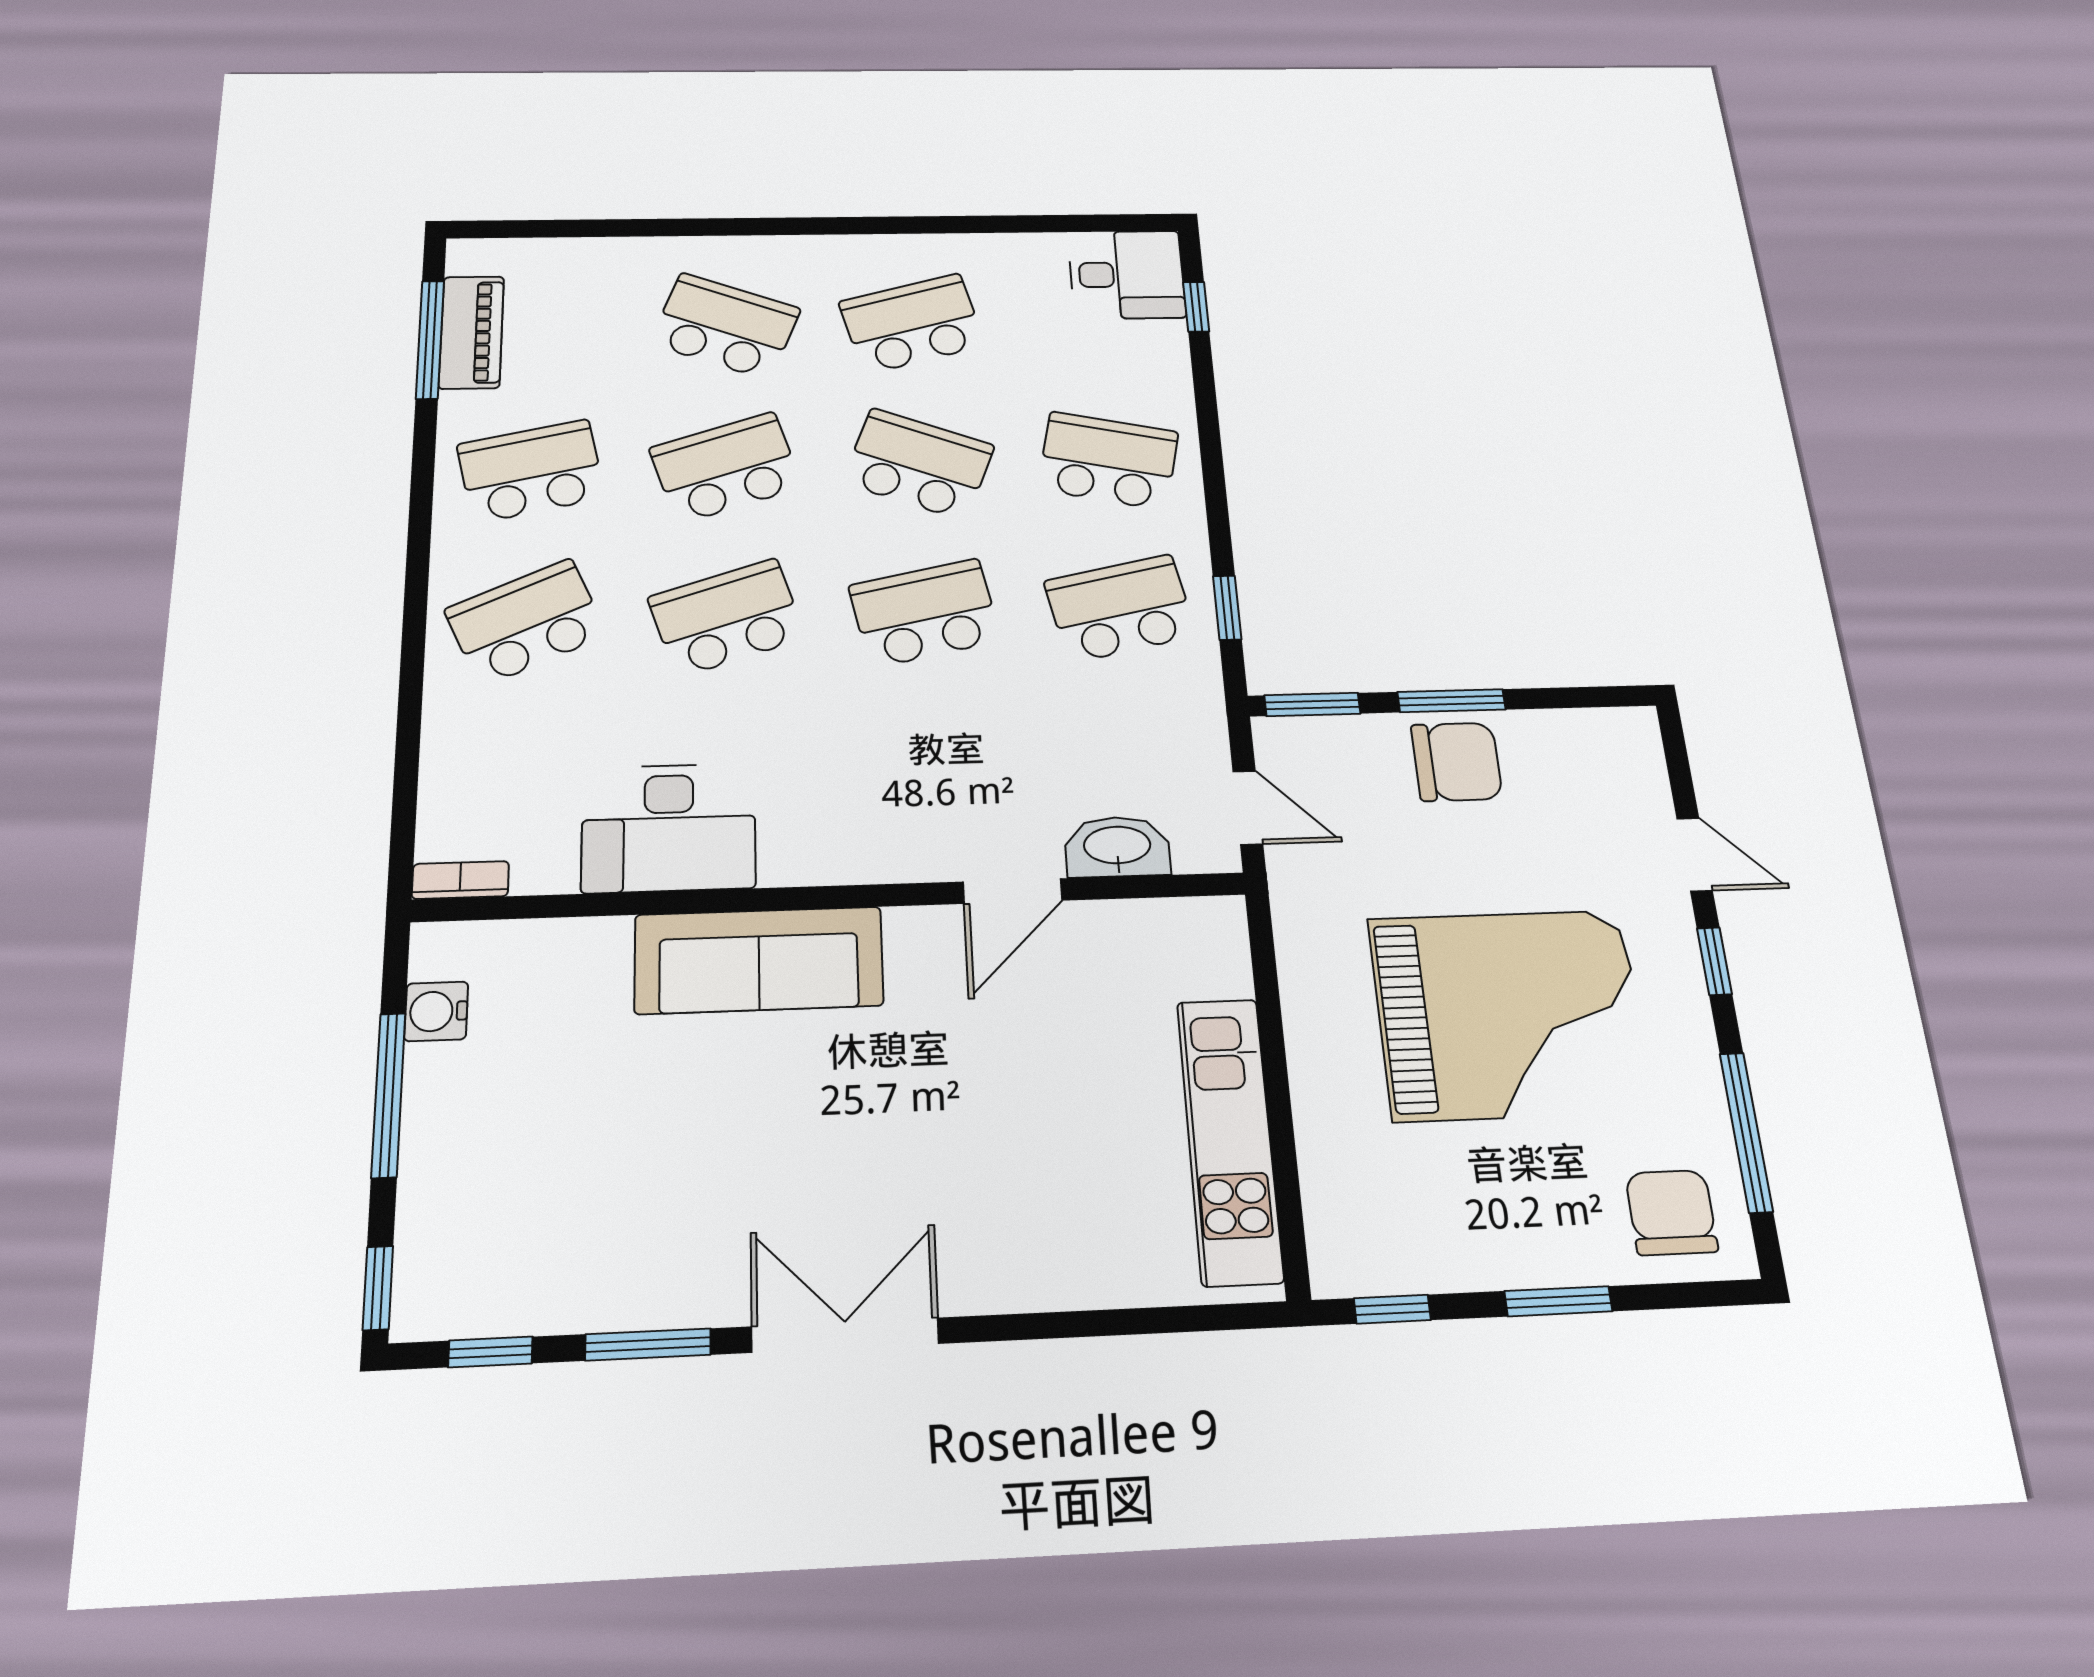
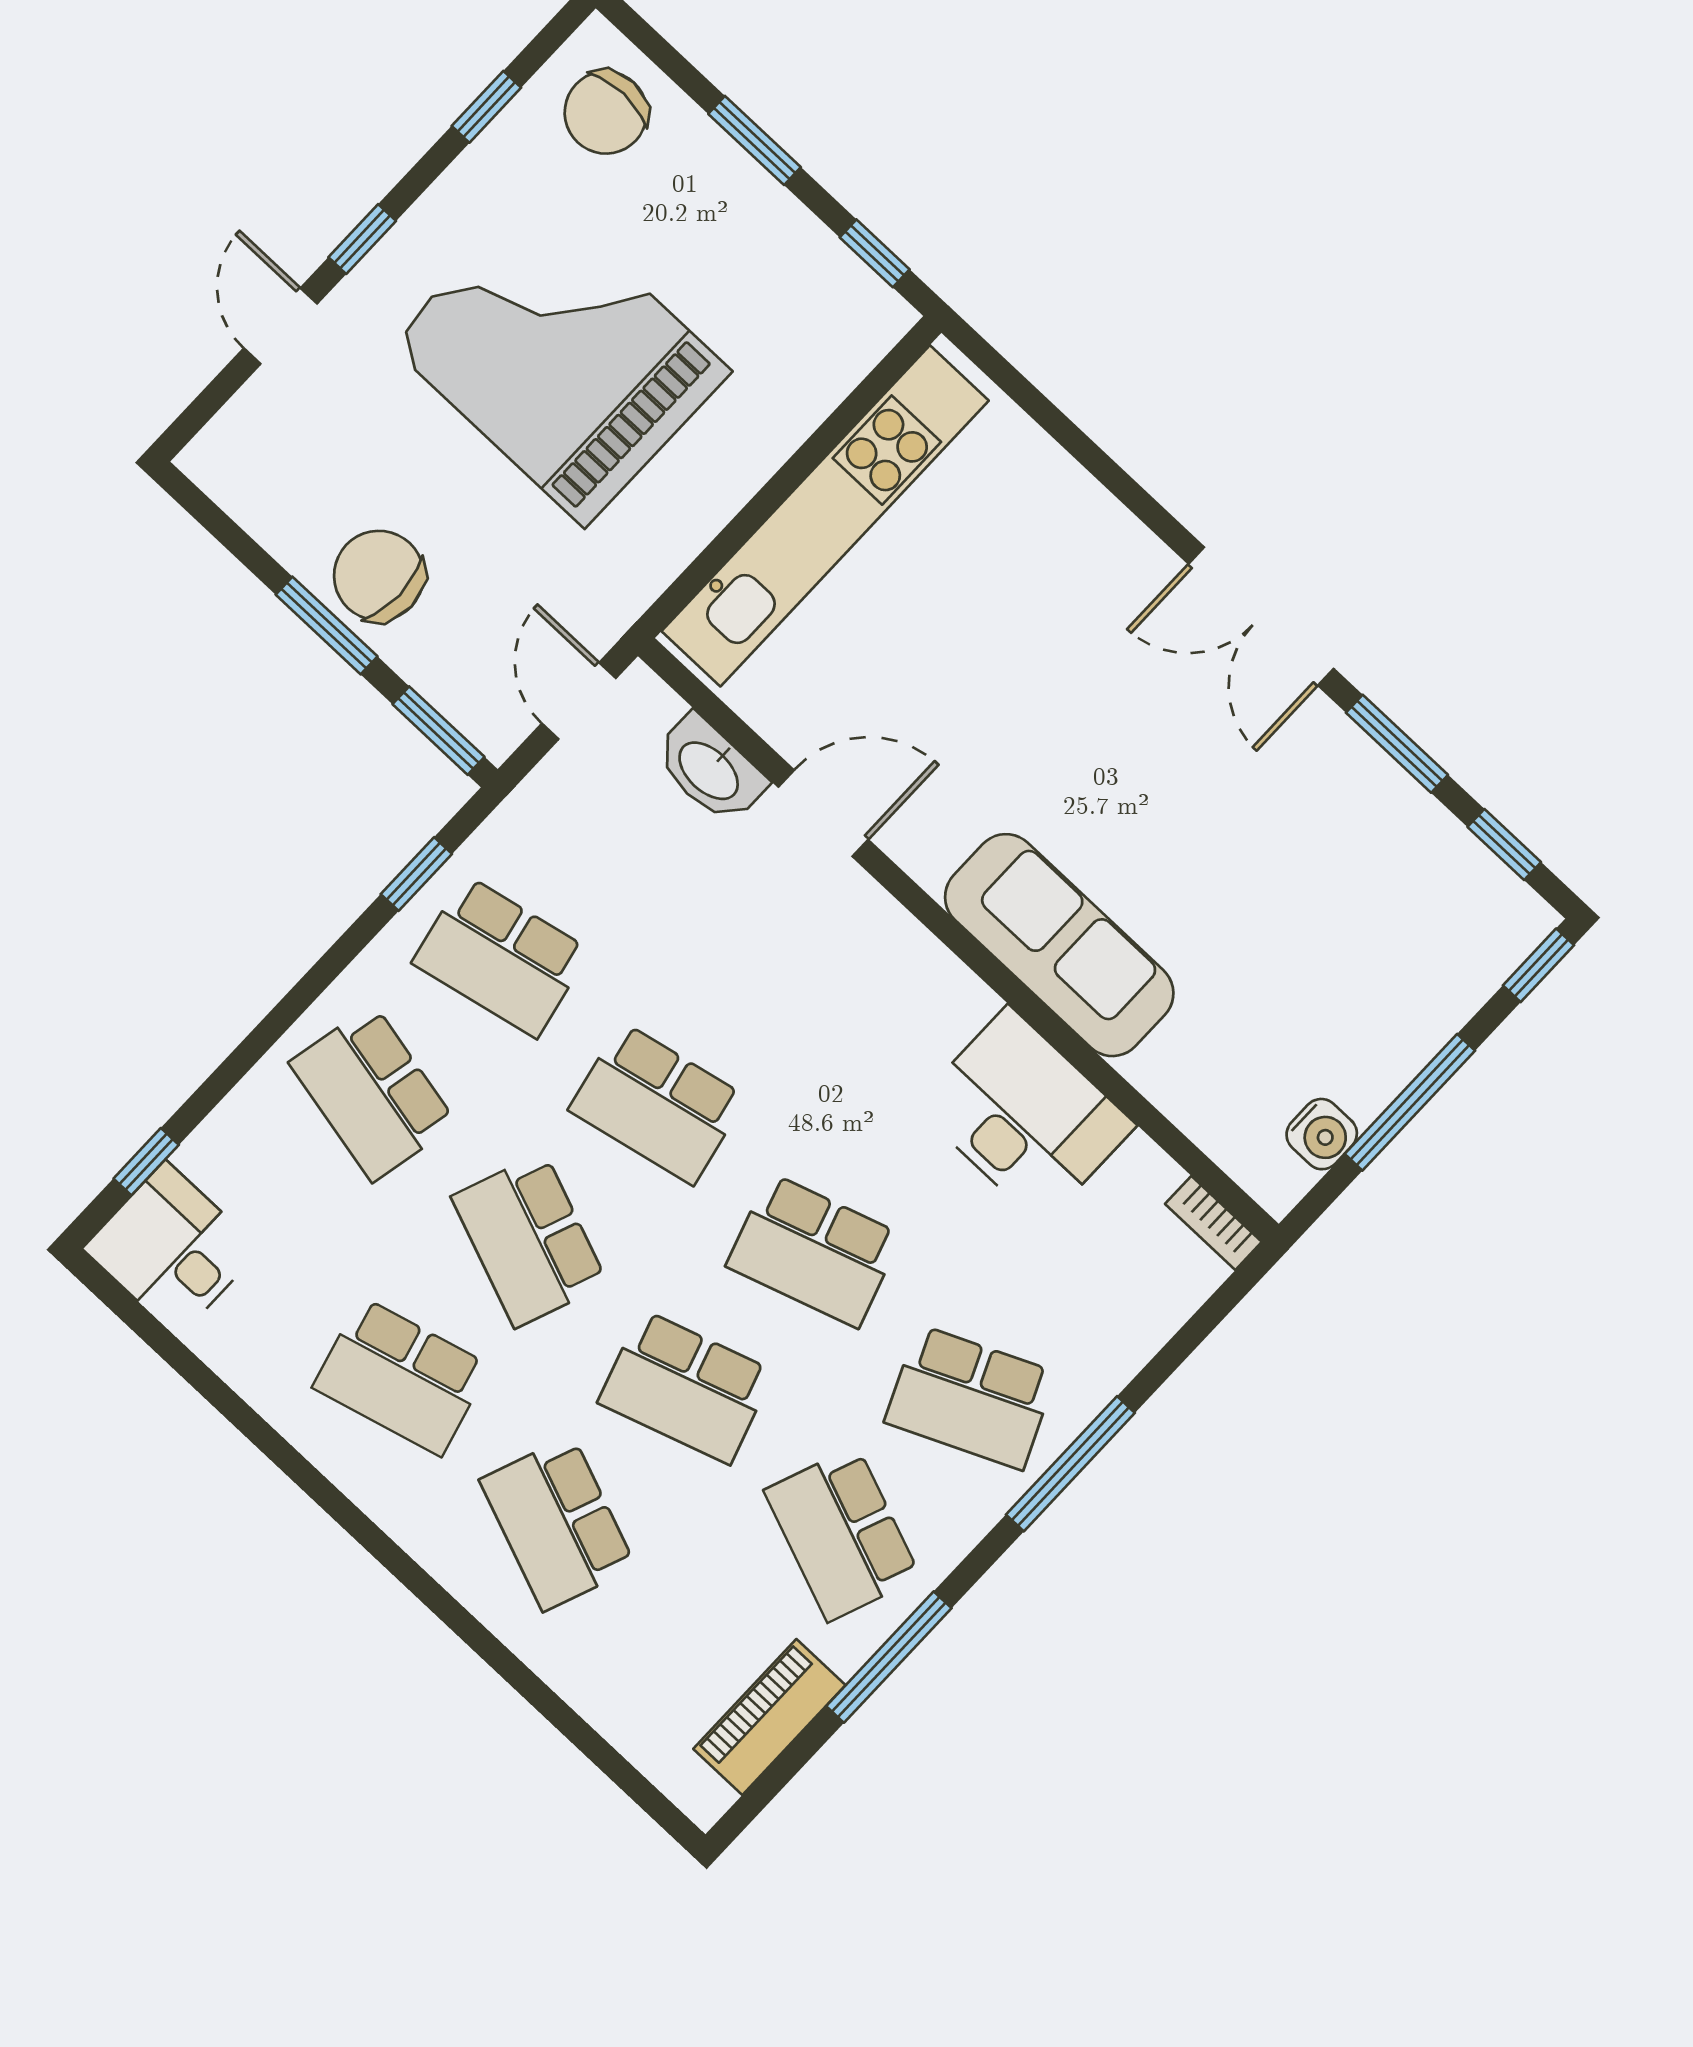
window: (430, 339) -> (889, 1657), moved
school desk: (531, 471) -> (842, 1534), turned 33
window: (413, 642) -> (1070, 1464), added
window: (1746, 1132) -> (486, 107), width x0.46
kitchen unit: (1230, 1140) -> (825, 516), width x1.36

